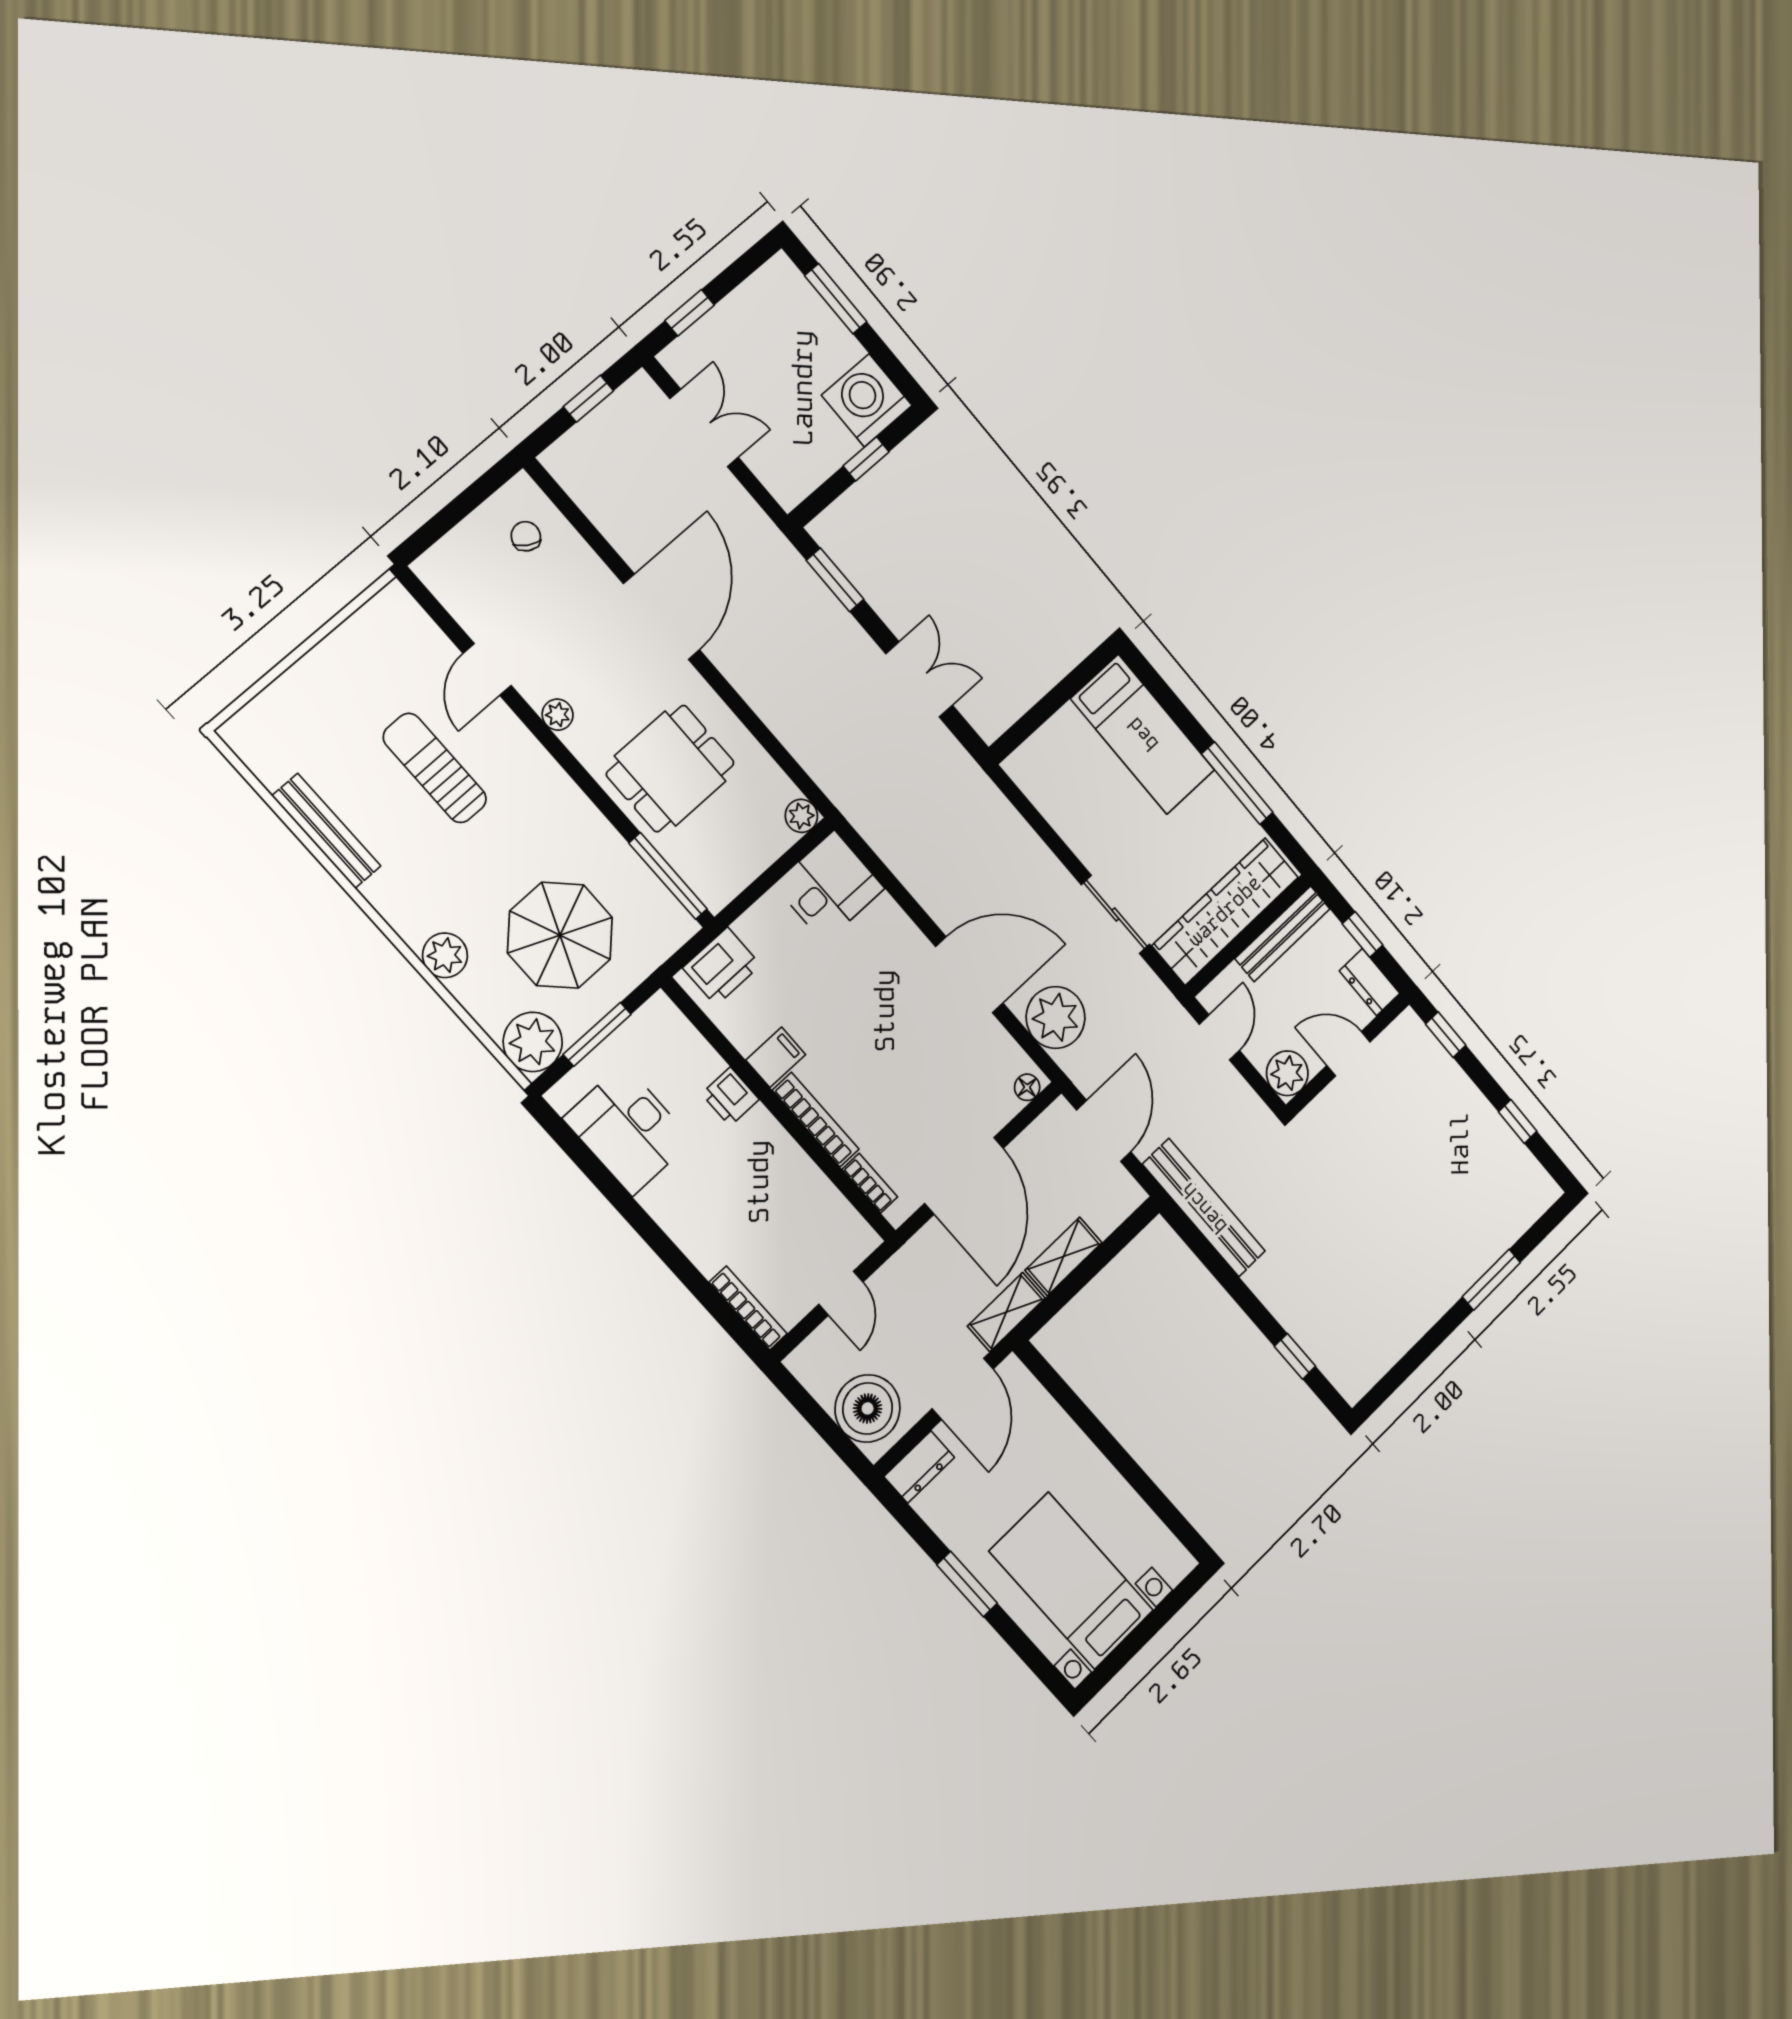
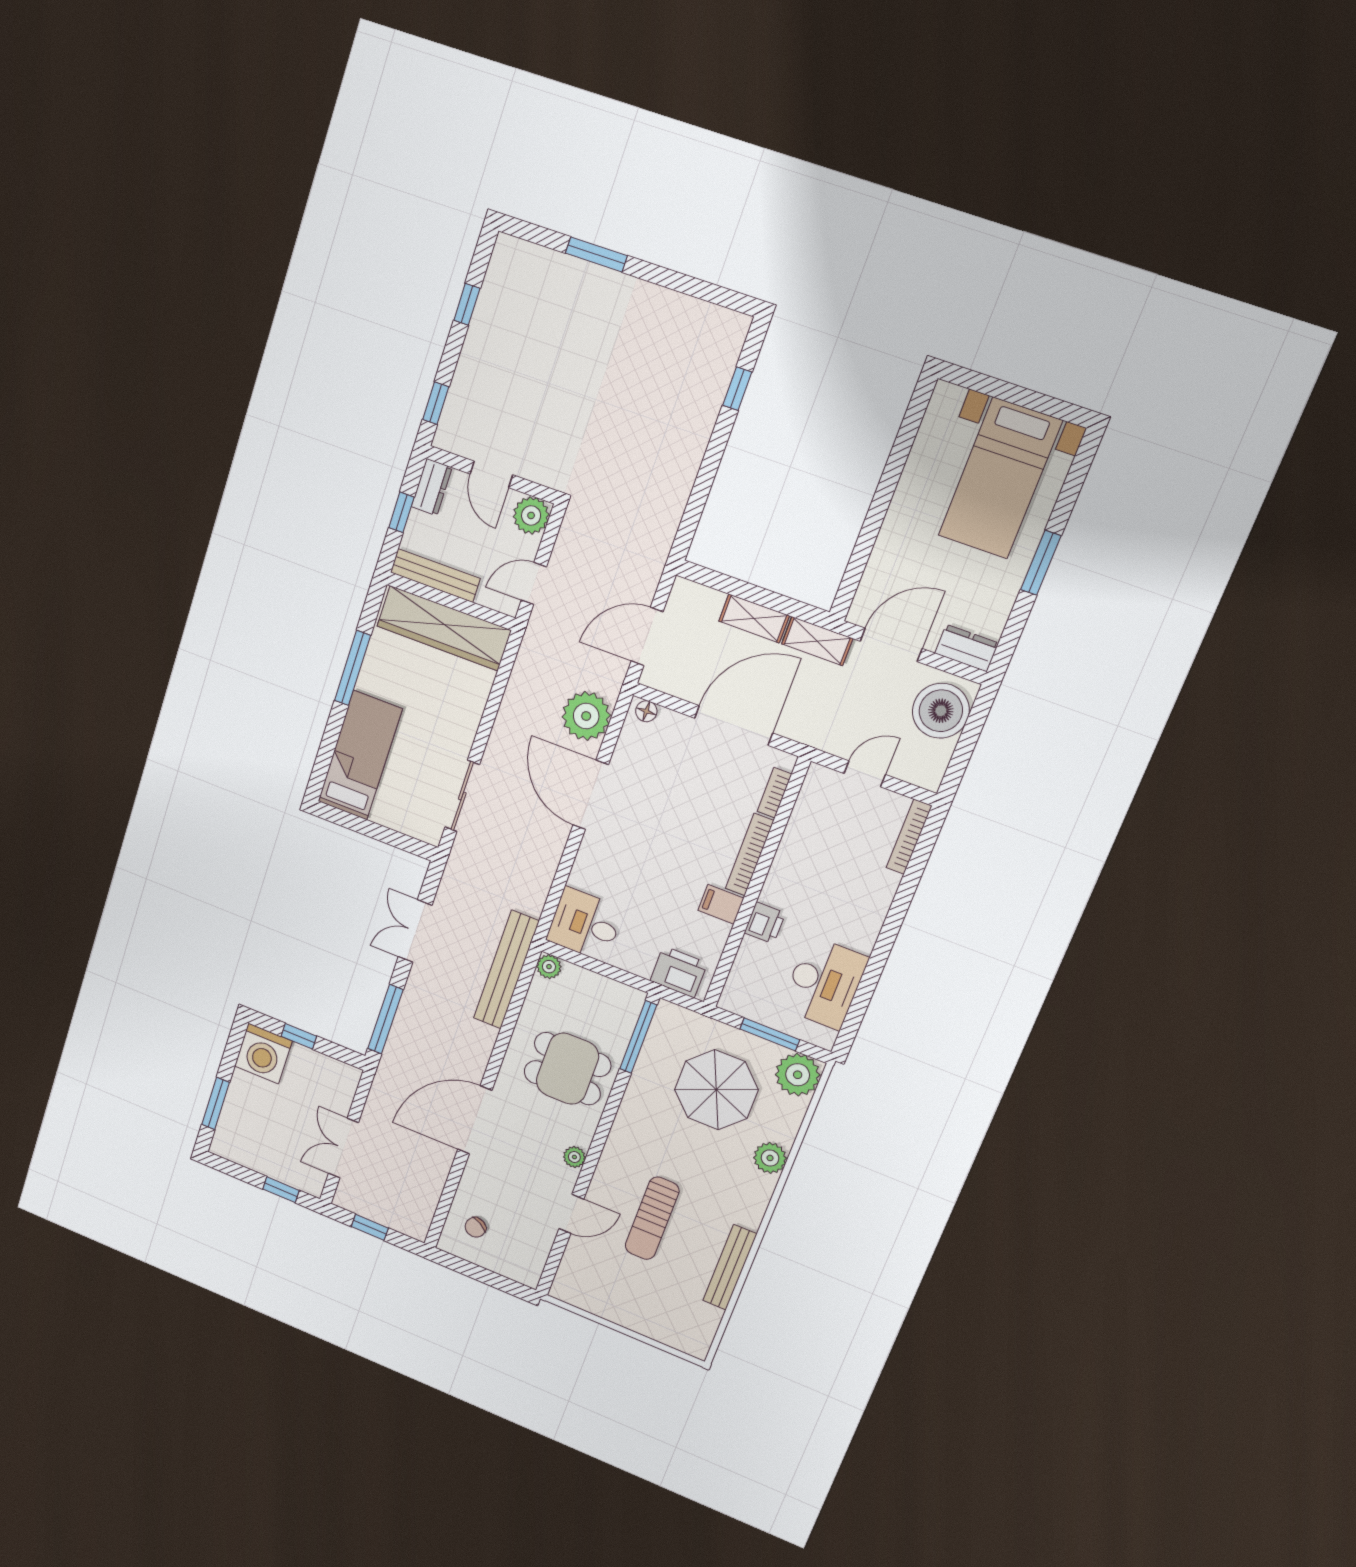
window: (835, 580) -> (385, 1019), width x1.44
sliding door: (1115, 915) -> (462, 796), moved
bench: (1204, 1208) -> (506, 970), moved

